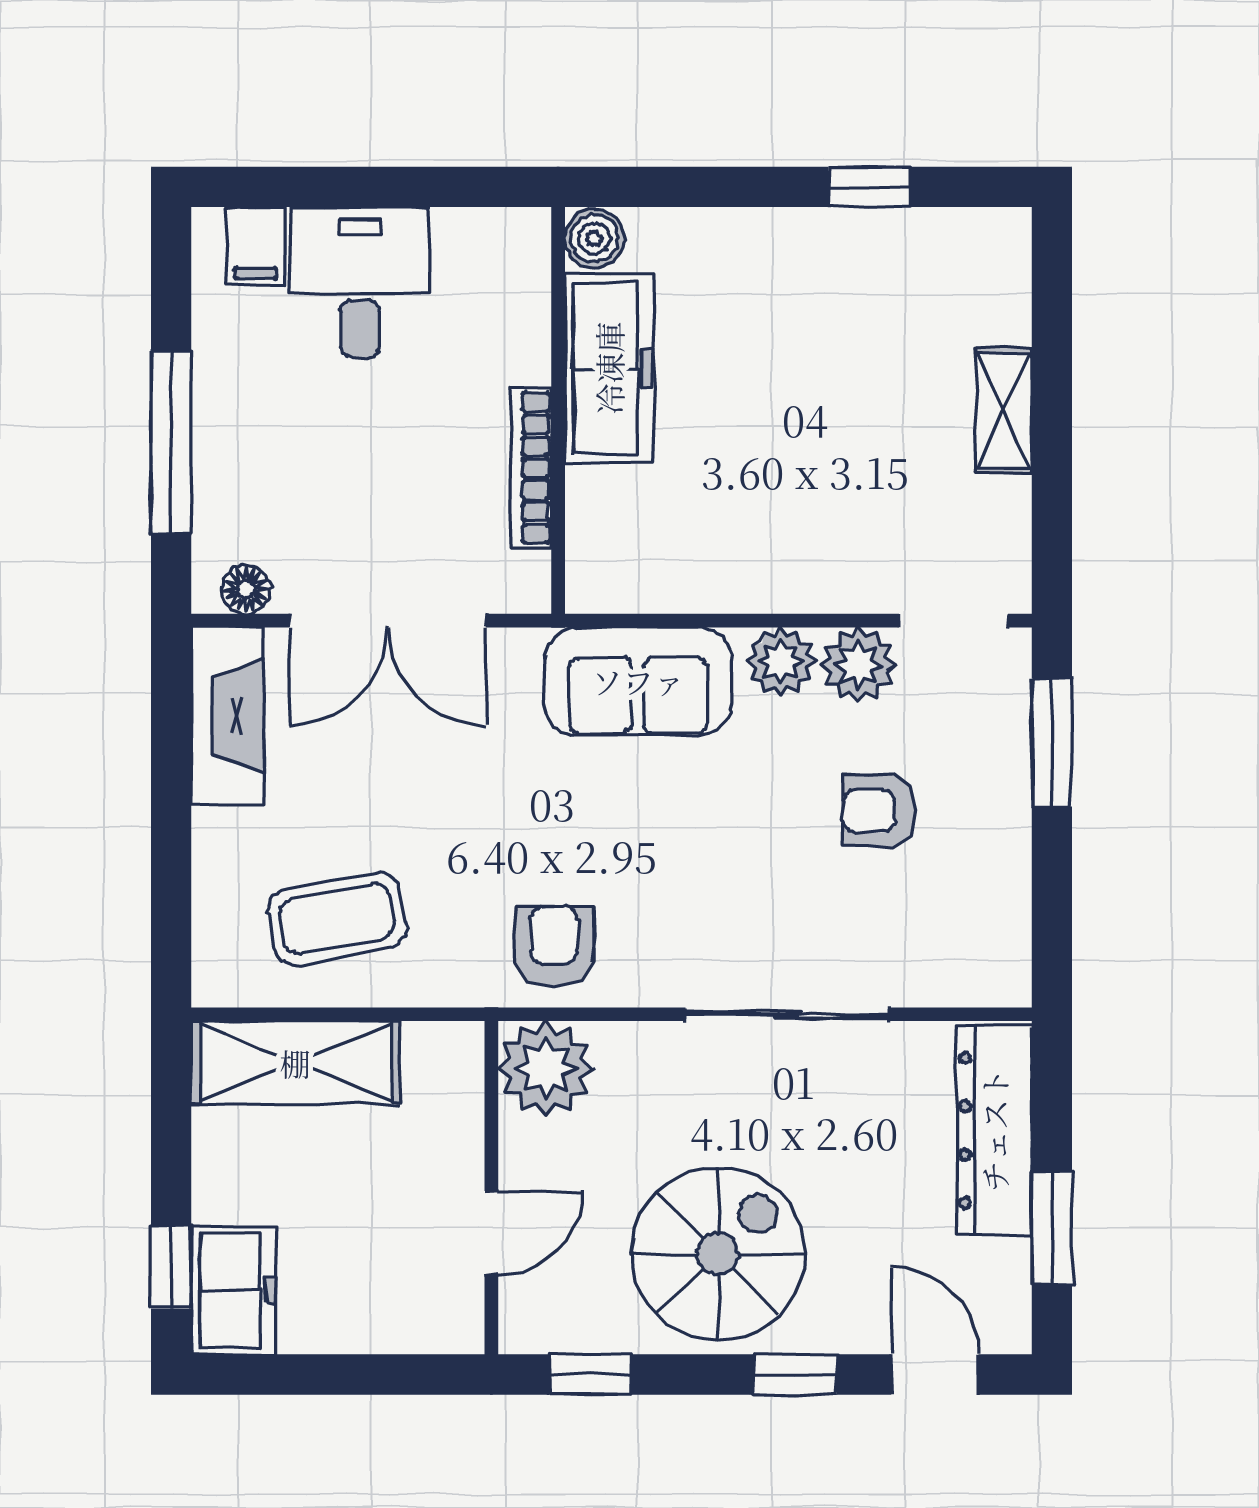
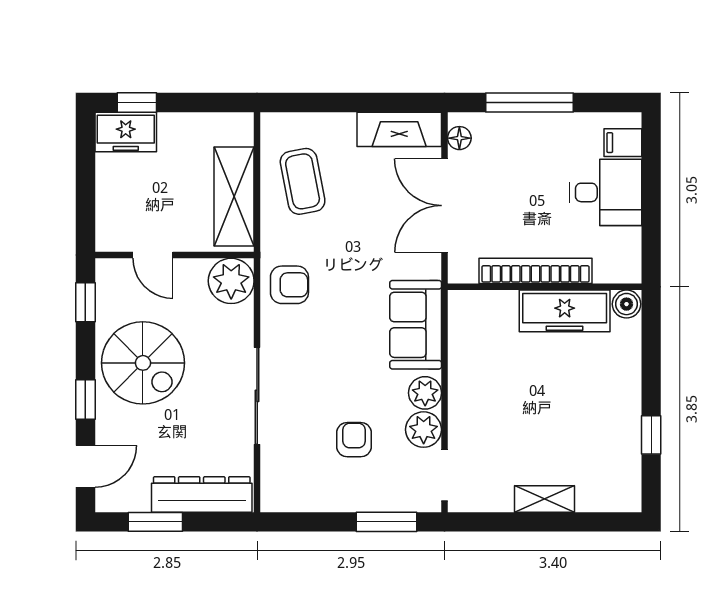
bookcase: (531, 468) -> (535, 271), width x1.48, depth x1.31
shelving: (295, 1063) -> (234, 197), moved

